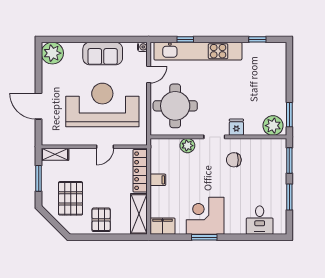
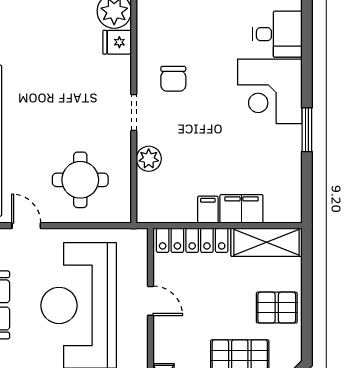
round table: (175, 106) -> (80, 180), width x0.73, depth x0.73
fridge: (236, 127) -> (117, 42), moved
corner desk: (205, 216) -> (270, 91), moved
filing cabinet: (162, 226) -> (241, 209), moved, turned 90

